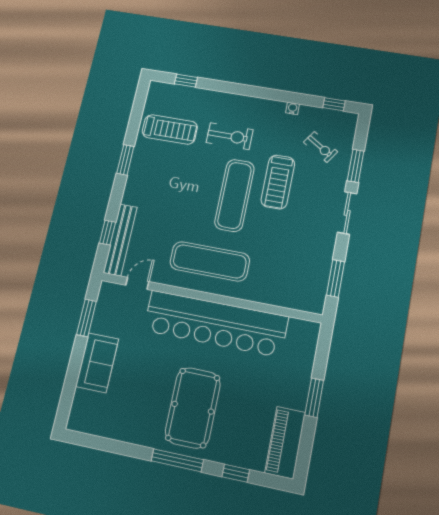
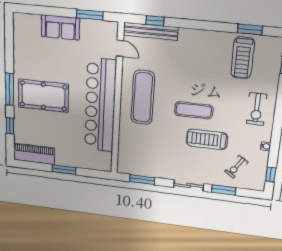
exercise bike: (230, 136) -> (257, 109), moved
window: (125, 160) -> (250, 30), moved
exercise mat: (234, 195) -> (194, 110), width x0.73, depth x0.69

